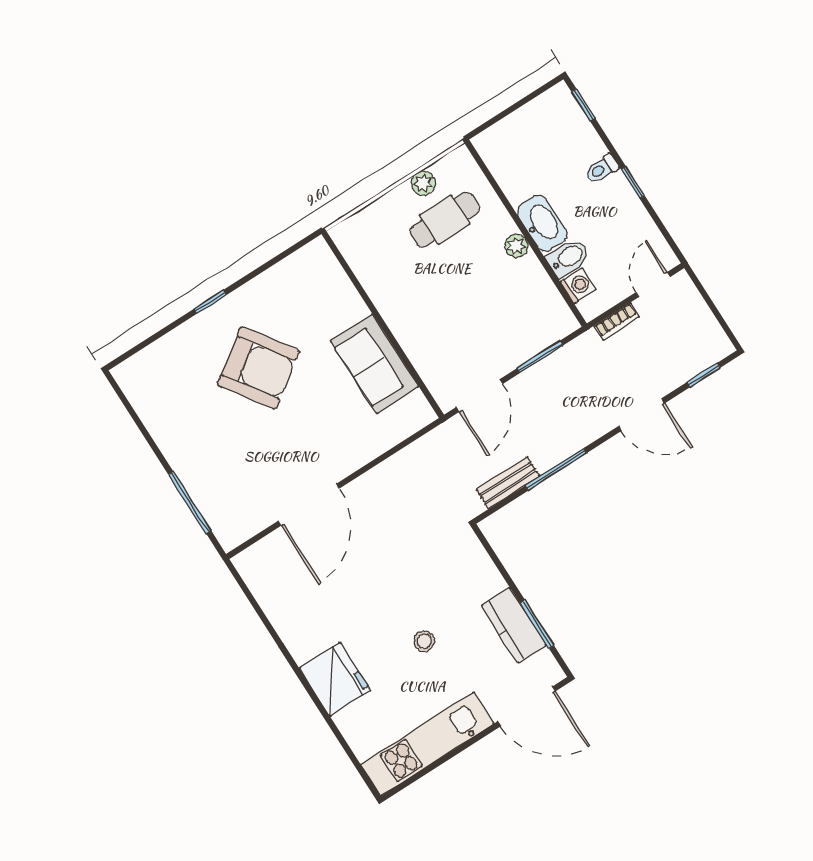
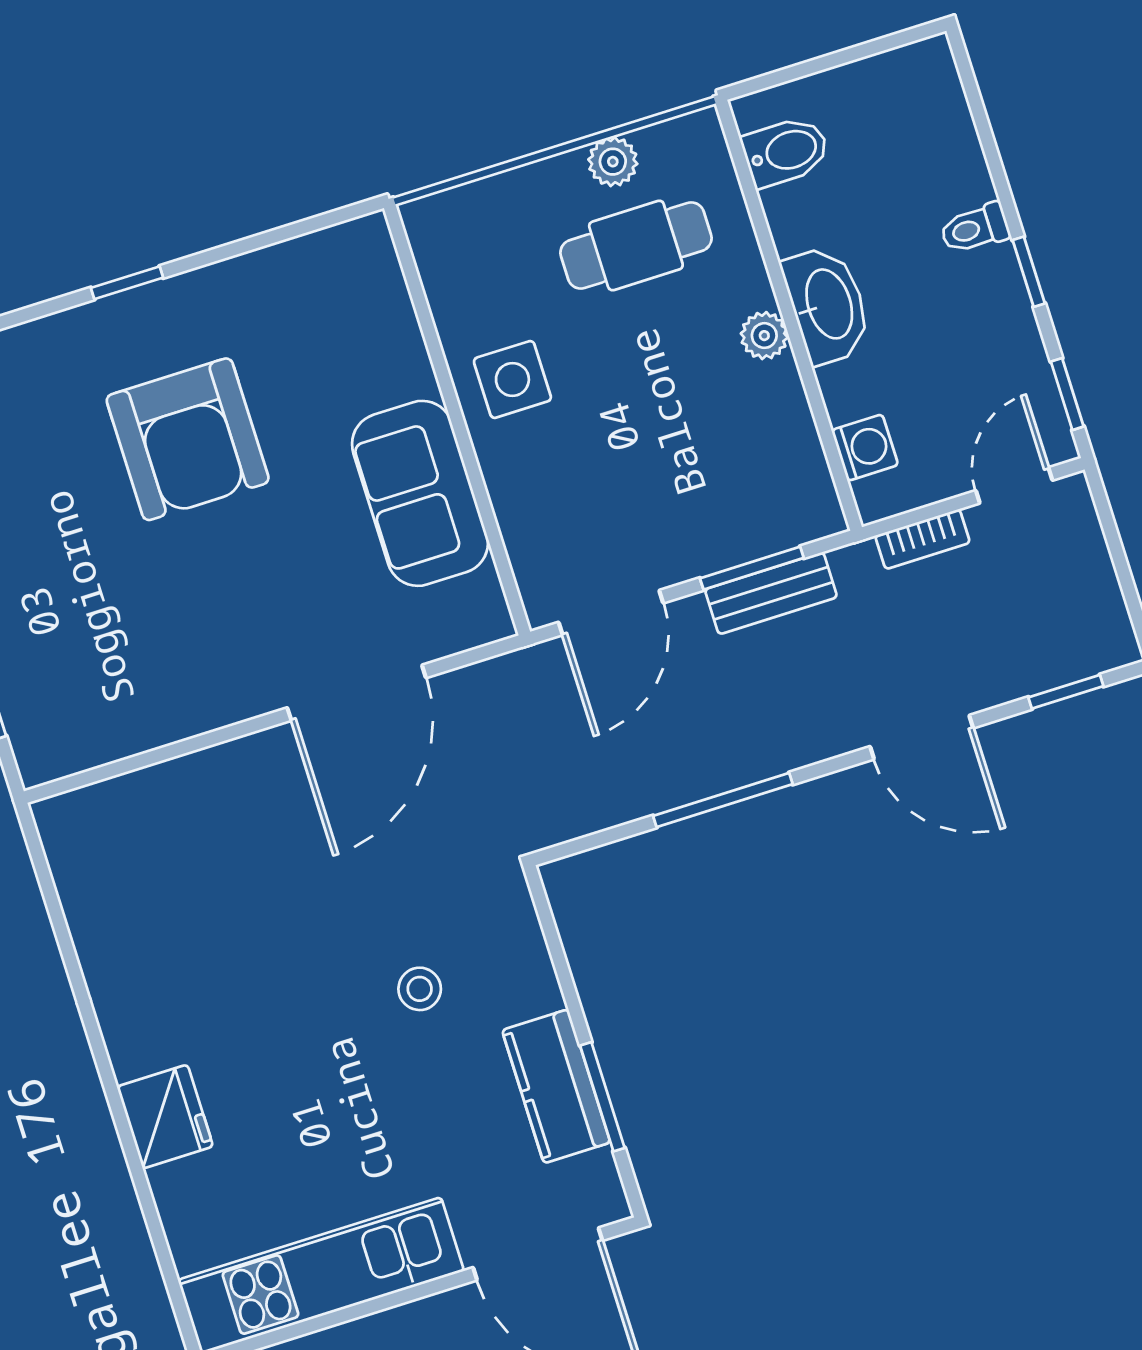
window: (583, 105) -> (1067, 394), moved
bidet: (568, 258) -> (786, 152), moved
side table: (404, 298) -> (512, 379), added
armchair: (258, 368) -> (188, 439), turned 35
bench: (508, 483) -> (771, 593), moved
door: (309, 505) -> (357, 693), moved
stool: (424, 641) -> (420, 989), moved
fridge: (335, 679) -> (165, 1117), width x0.73, depth x0.75

